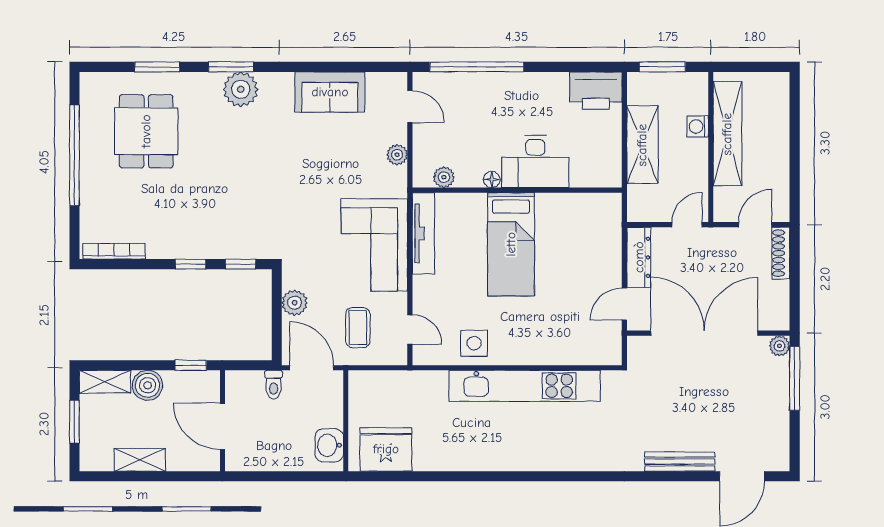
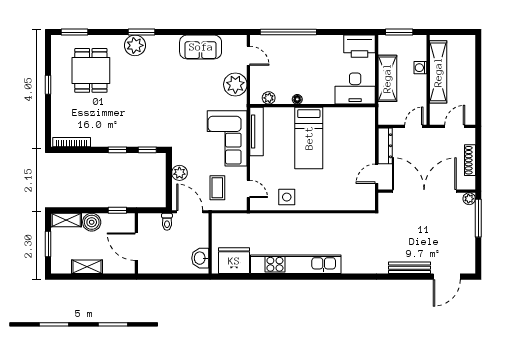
window: (157, 67) -> (74, 32), moved
plant: (241, 89) -> (135, 45), moved
window: (74, 155) -> (48, 85), width x0.32
plant: (397, 155) -> (235, 84), width x1.87, depth x1.87
desk: (535, 161) -> (355, 89), moved
shoe rack: (781, 253) -> (470, 160), moved
kitchen unit: (524, 386) -> (296, 264), moved, turned 180

